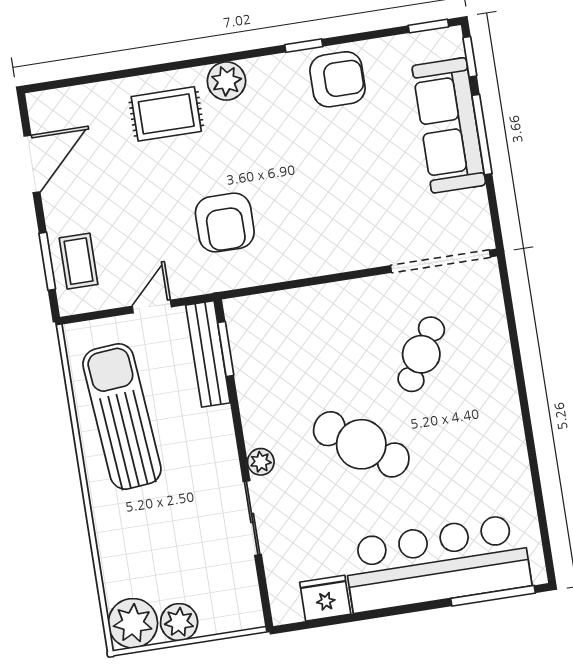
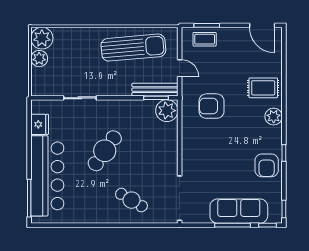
rug: (166, 114) -> (263, 88), turned 90
door: (32, 164) -> (262, 25), moved
cafe table: (421, 354) -> (131, 200), moved
plant: (261, 462) -> (167, 111), moved, width x1.88, depth x1.88

